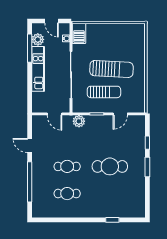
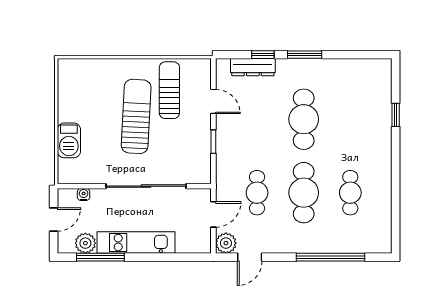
barbecue: (79, 33) -> (69, 140), moved, turned 90
sun lounger: (104, 92) -> (169, 90), moved
plant: (79, 121) -> (226, 243), moved
dresser: (140, 137) -> (253, 67), added
cafe table: (67, 139) -> (257, 193), added
door: (30, 145) -> (250, 257), moved
cafe table: (67, 166) -> (304, 193), width x1.37, depth x1.35

